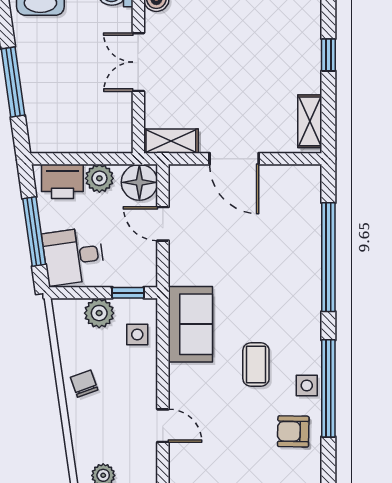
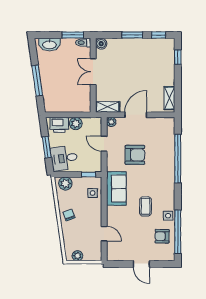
window: (328, 55) -> (178, 57), moved
door: (234, 159) -> (136, 115), swing flipped
plant: (179, 175) -> (111, 122), added
floor lamp: (139, 182) -> (94, 125), removed
window: (34, 231) -> (47, 147), width x0.69
armchair: (232, 249) -> (135, 155), added
plant: (99, 313) -> (65, 184), moved
window: (328, 388) -> (178, 232), moved

